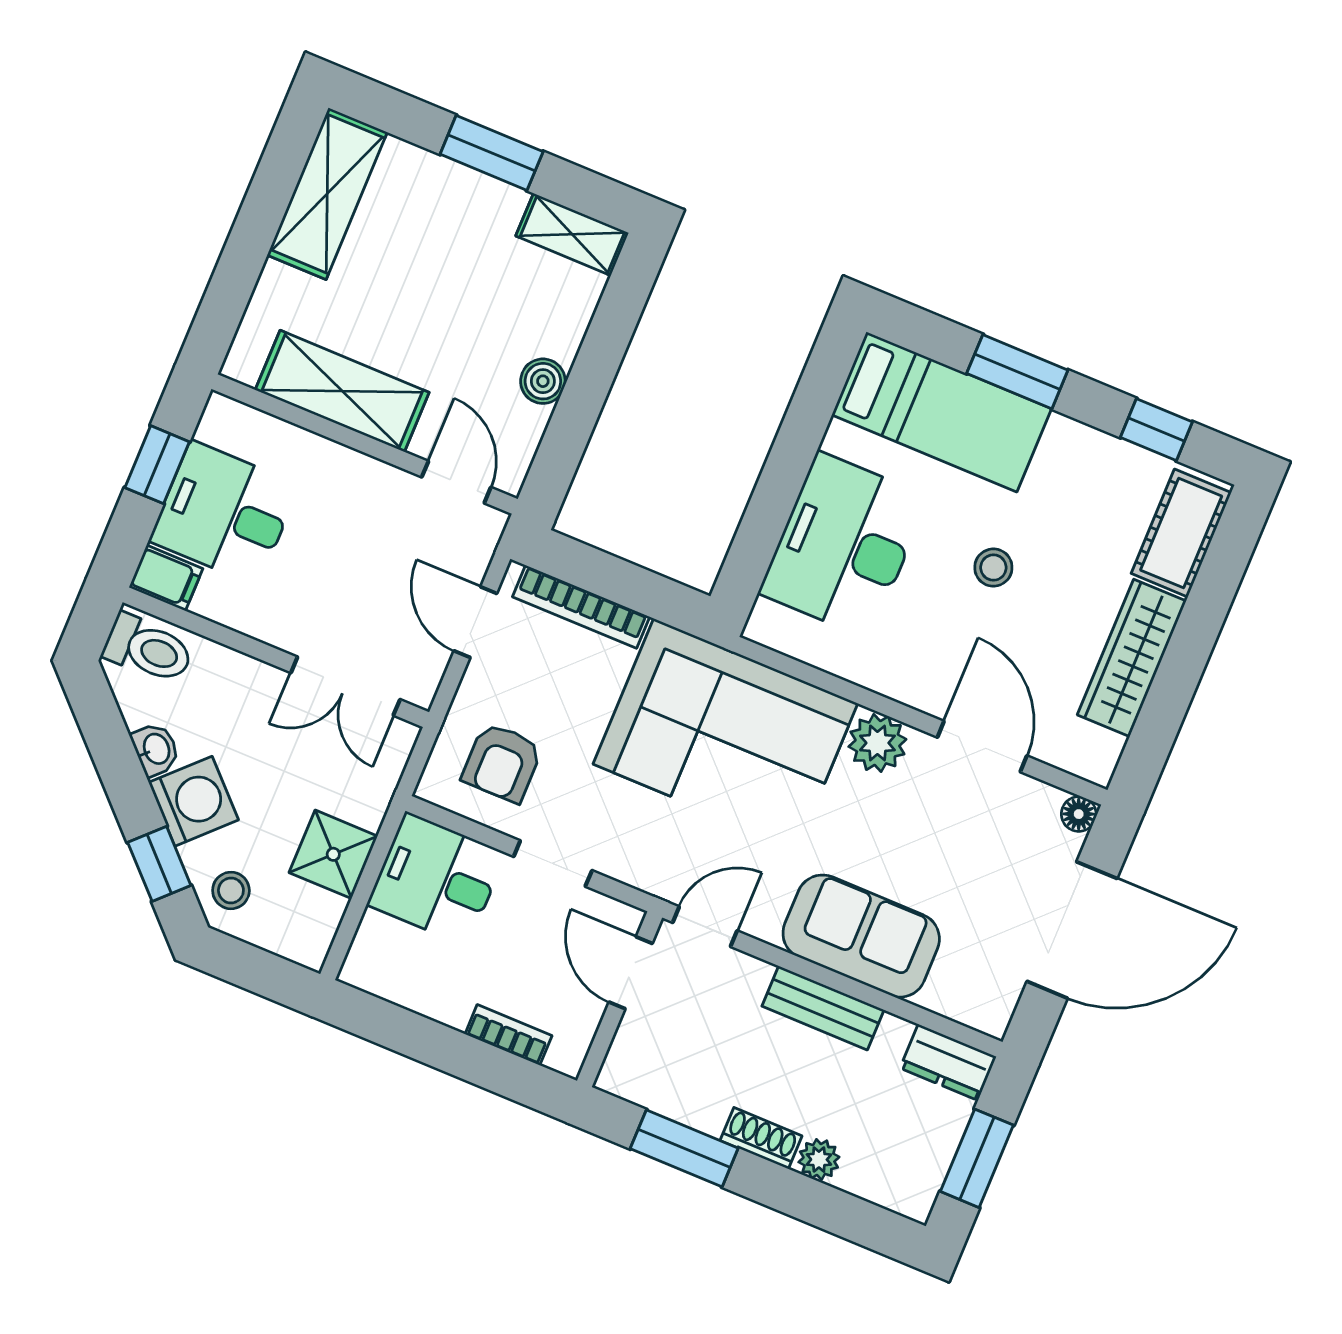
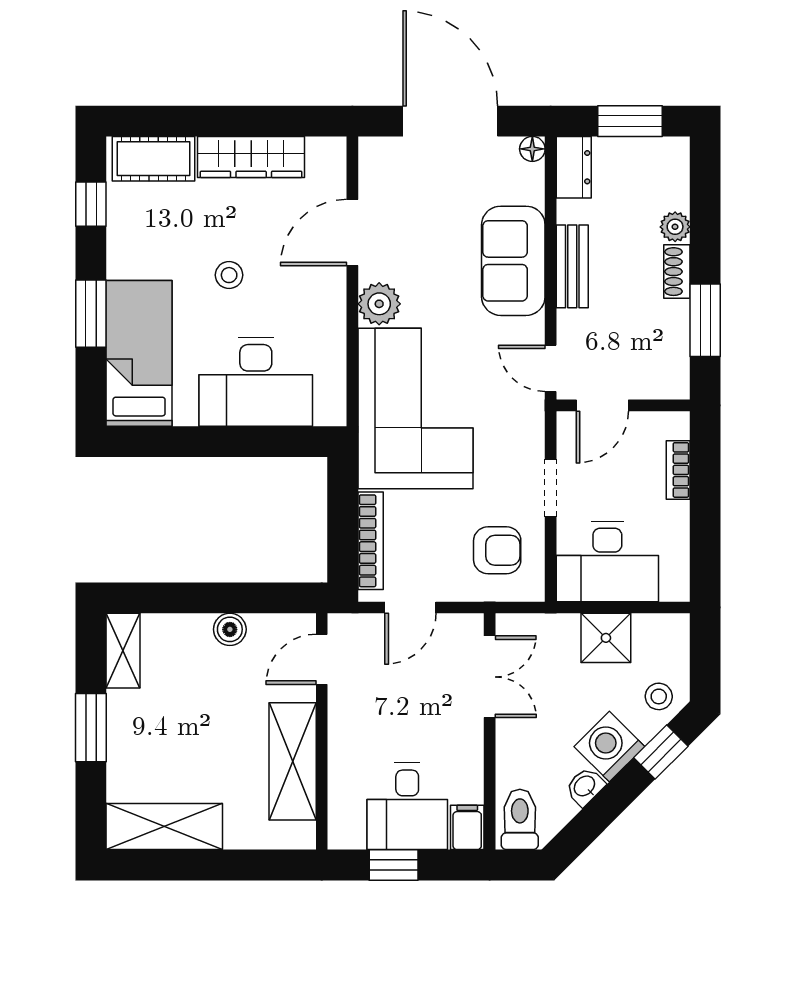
floor lamp: (1079, 814) -> (532, 149), moved
desk: (437, 879) -> (607, 562), width x1.37

